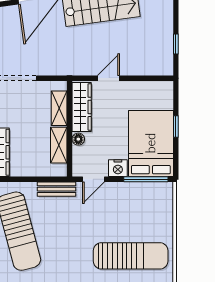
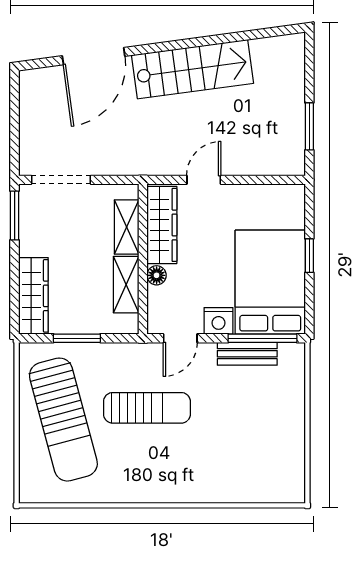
window: (176, 44) -> (309, 126), width x1.50
window: (27, 179) -> (77, 338), added
bench: (57, 189) -> (247, 354), moved
sun lounger: (131, 256) -> (147, 408), moved, width x0.73, depth x0.75

